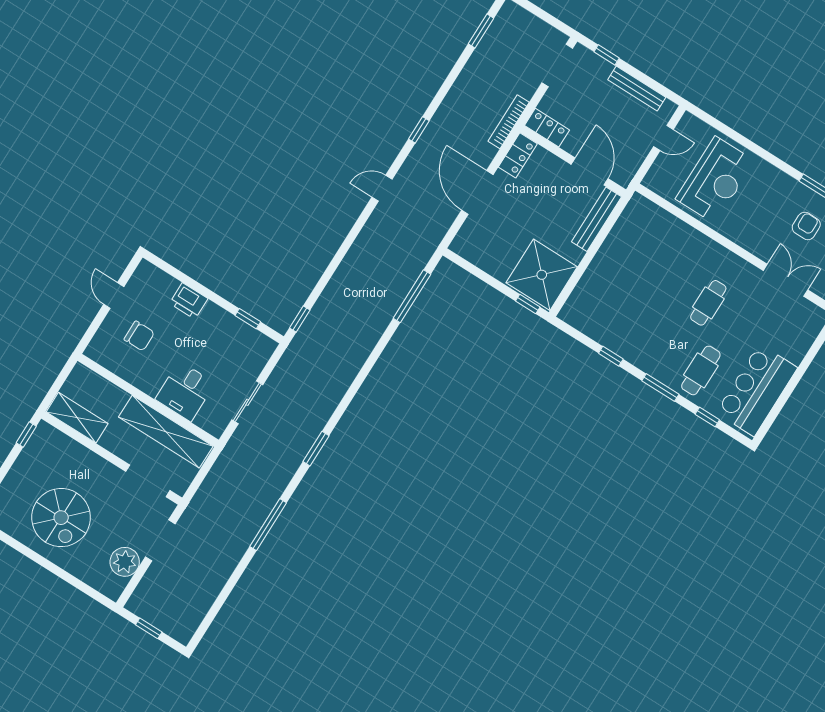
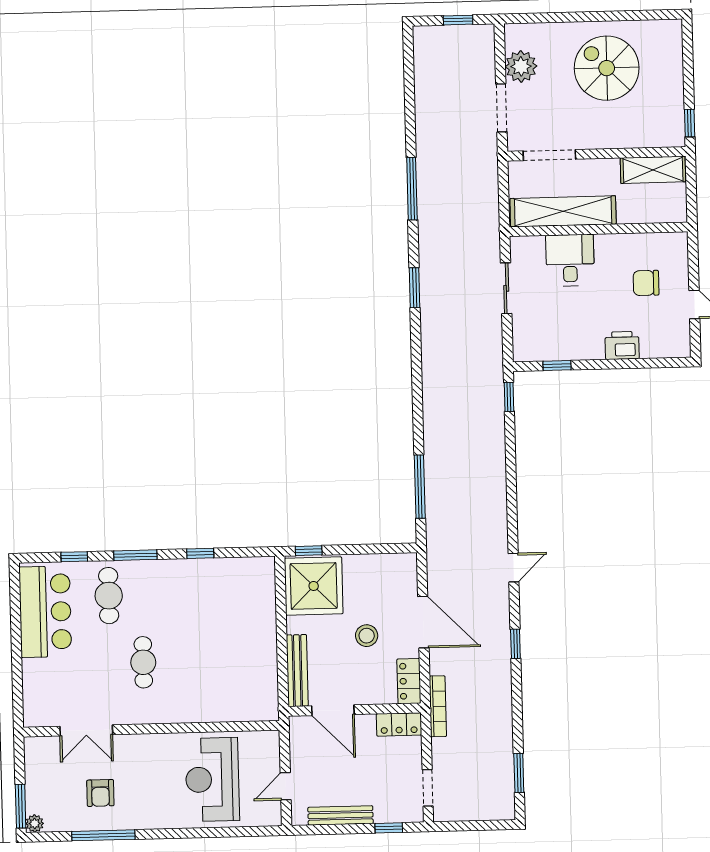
doorway: (557, 65) -> (428, 788), width x0.73
stool: (527, 211) -> (367, 636), added

